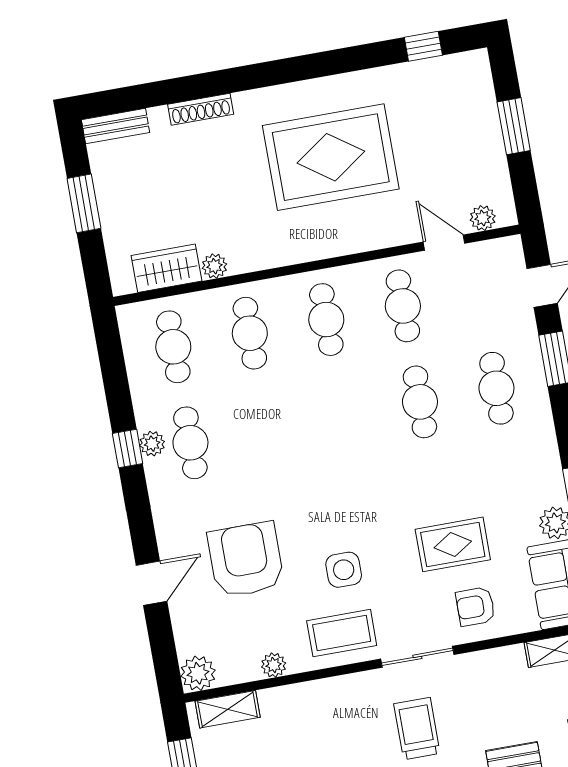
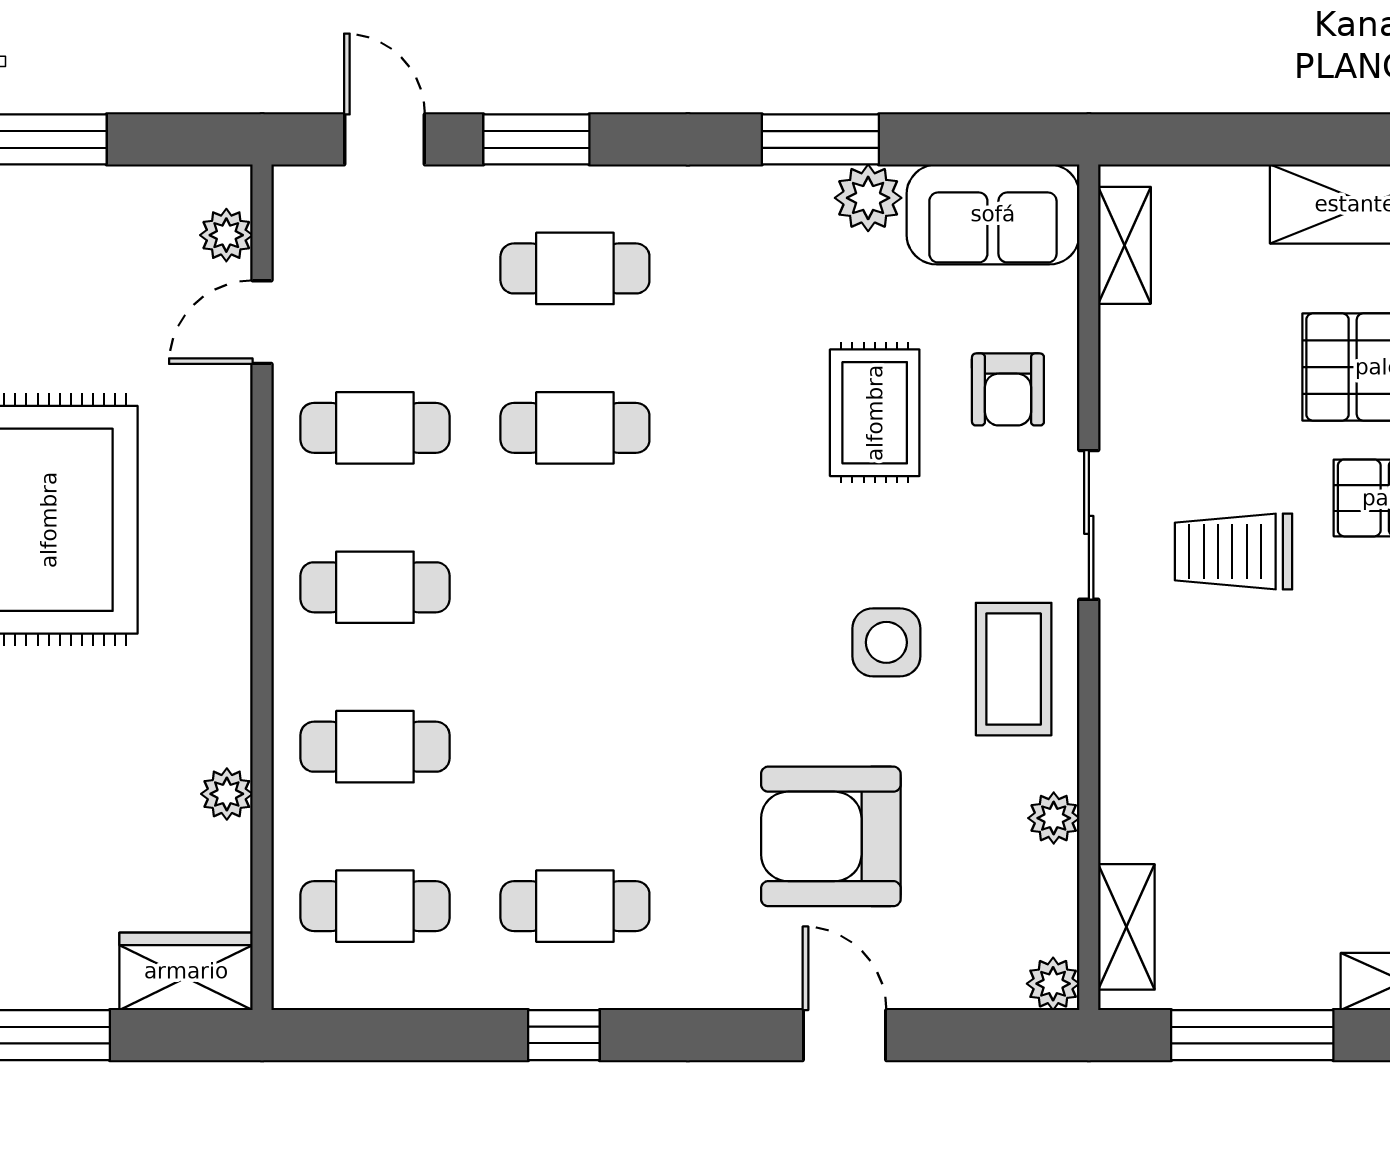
wardrobe: (167, 268) -> (186, 971), moved, turned 90
plant: (152, 444) -> (563, 984), removed
plant: (198, 673) -> (1053, 984), width x0.73, depth x0.73

